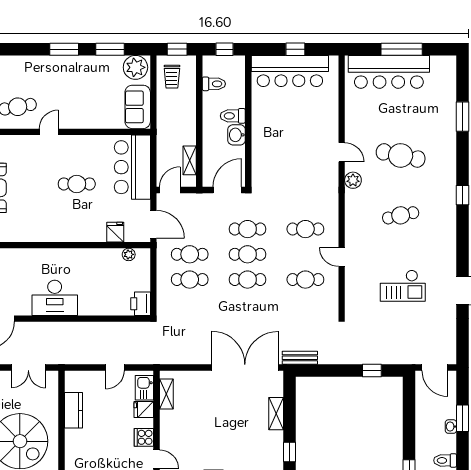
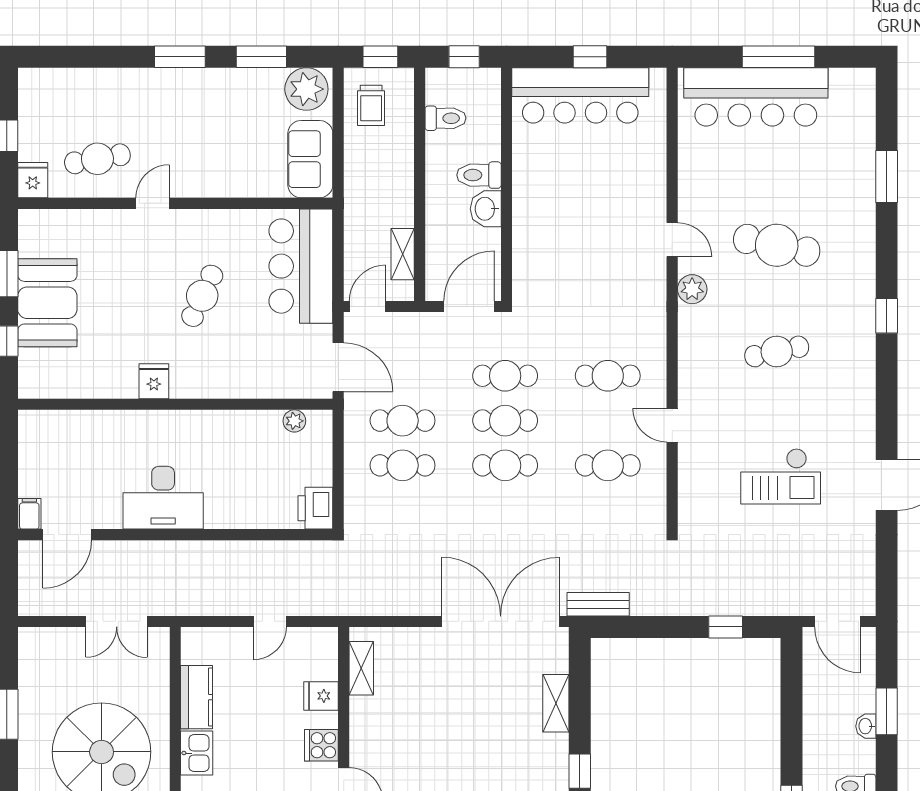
cafe table: (77, 184) -> (202, 296), turned -65
fridge: (115, 232) -> (154, 381), moved
kitchen sink: (144, 388) -> (197, 753), moved, turned 180

